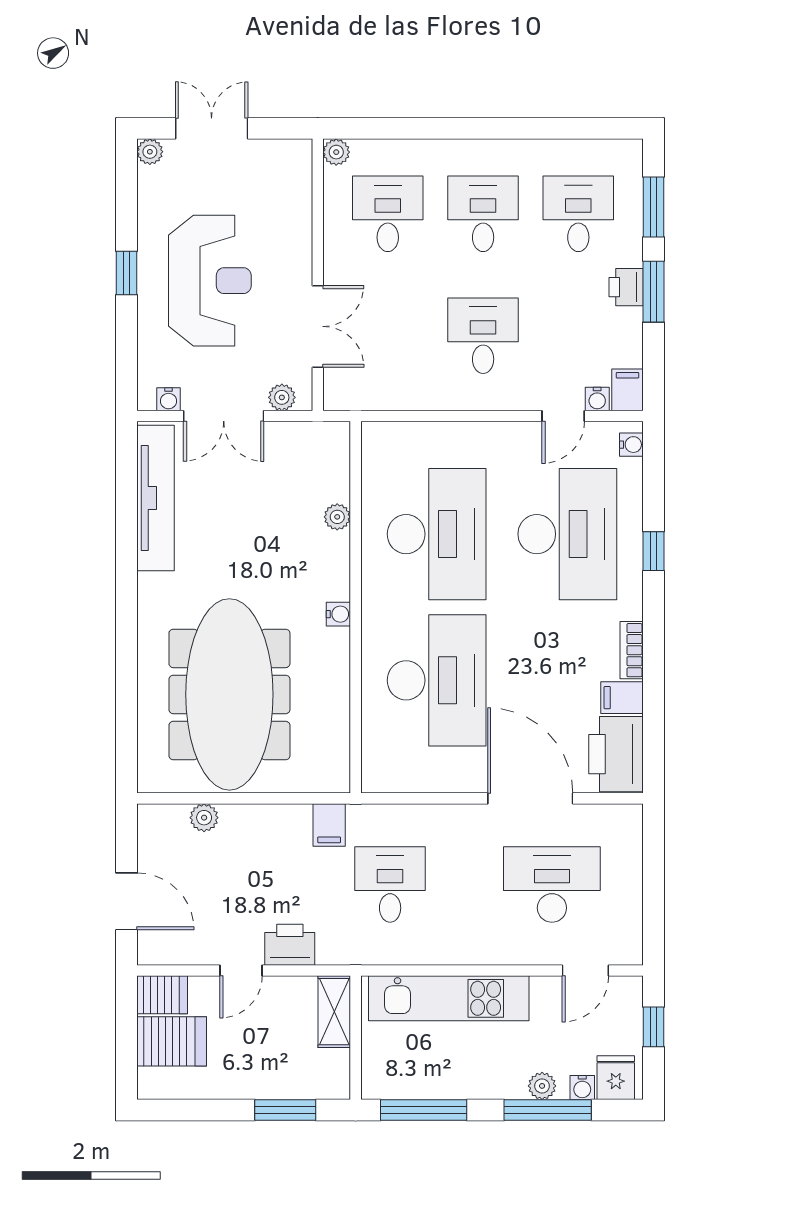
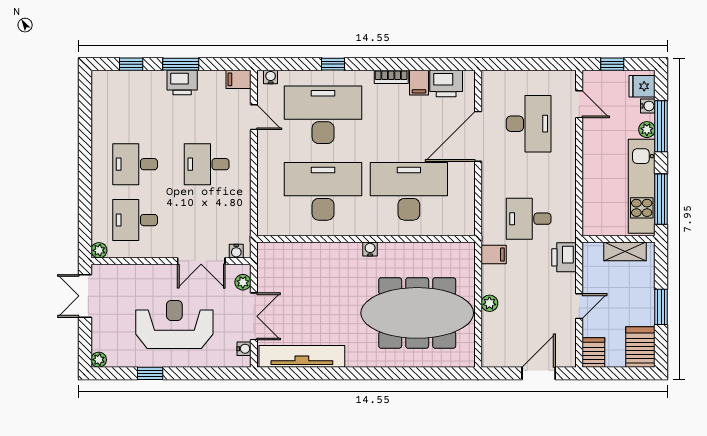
double door: (212, 128) -> (85, 296), moved
window: (654, 207) -> (131, 64), width x0.67
desk: (578, 214) -> (135, 108), removed
window: (127, 273) -> (150, 373), moved
printer: (626, 287) -> (182, 83), width x1.36, depth x1.24
double door: (318, 326) -> (201, 261), swing flipped
water cooler: (597, 399) -> (236, 251), moved, turned 90
plant: (337, 517) -> (313, 250), removed
printer: (616, 754) -> (446, 84), width x0.73, depth x0.84
plant: (204, 818) -> (489, 303), moved
desk: (552, 884) -> (529, 124), turned 180
printer: (290, 945) -> (564, 257), moved
door: (241, 971) -> (579, 306), hinge flipped
kitchen unit: (449, 998) -> (642, 186), moved, turned 180
shelving: (334, 1012) -> (625, 251), moved
server rack: (172, 1041) -> (640, 347), moved
window: (285, 1110) -> (661, 307), moved

